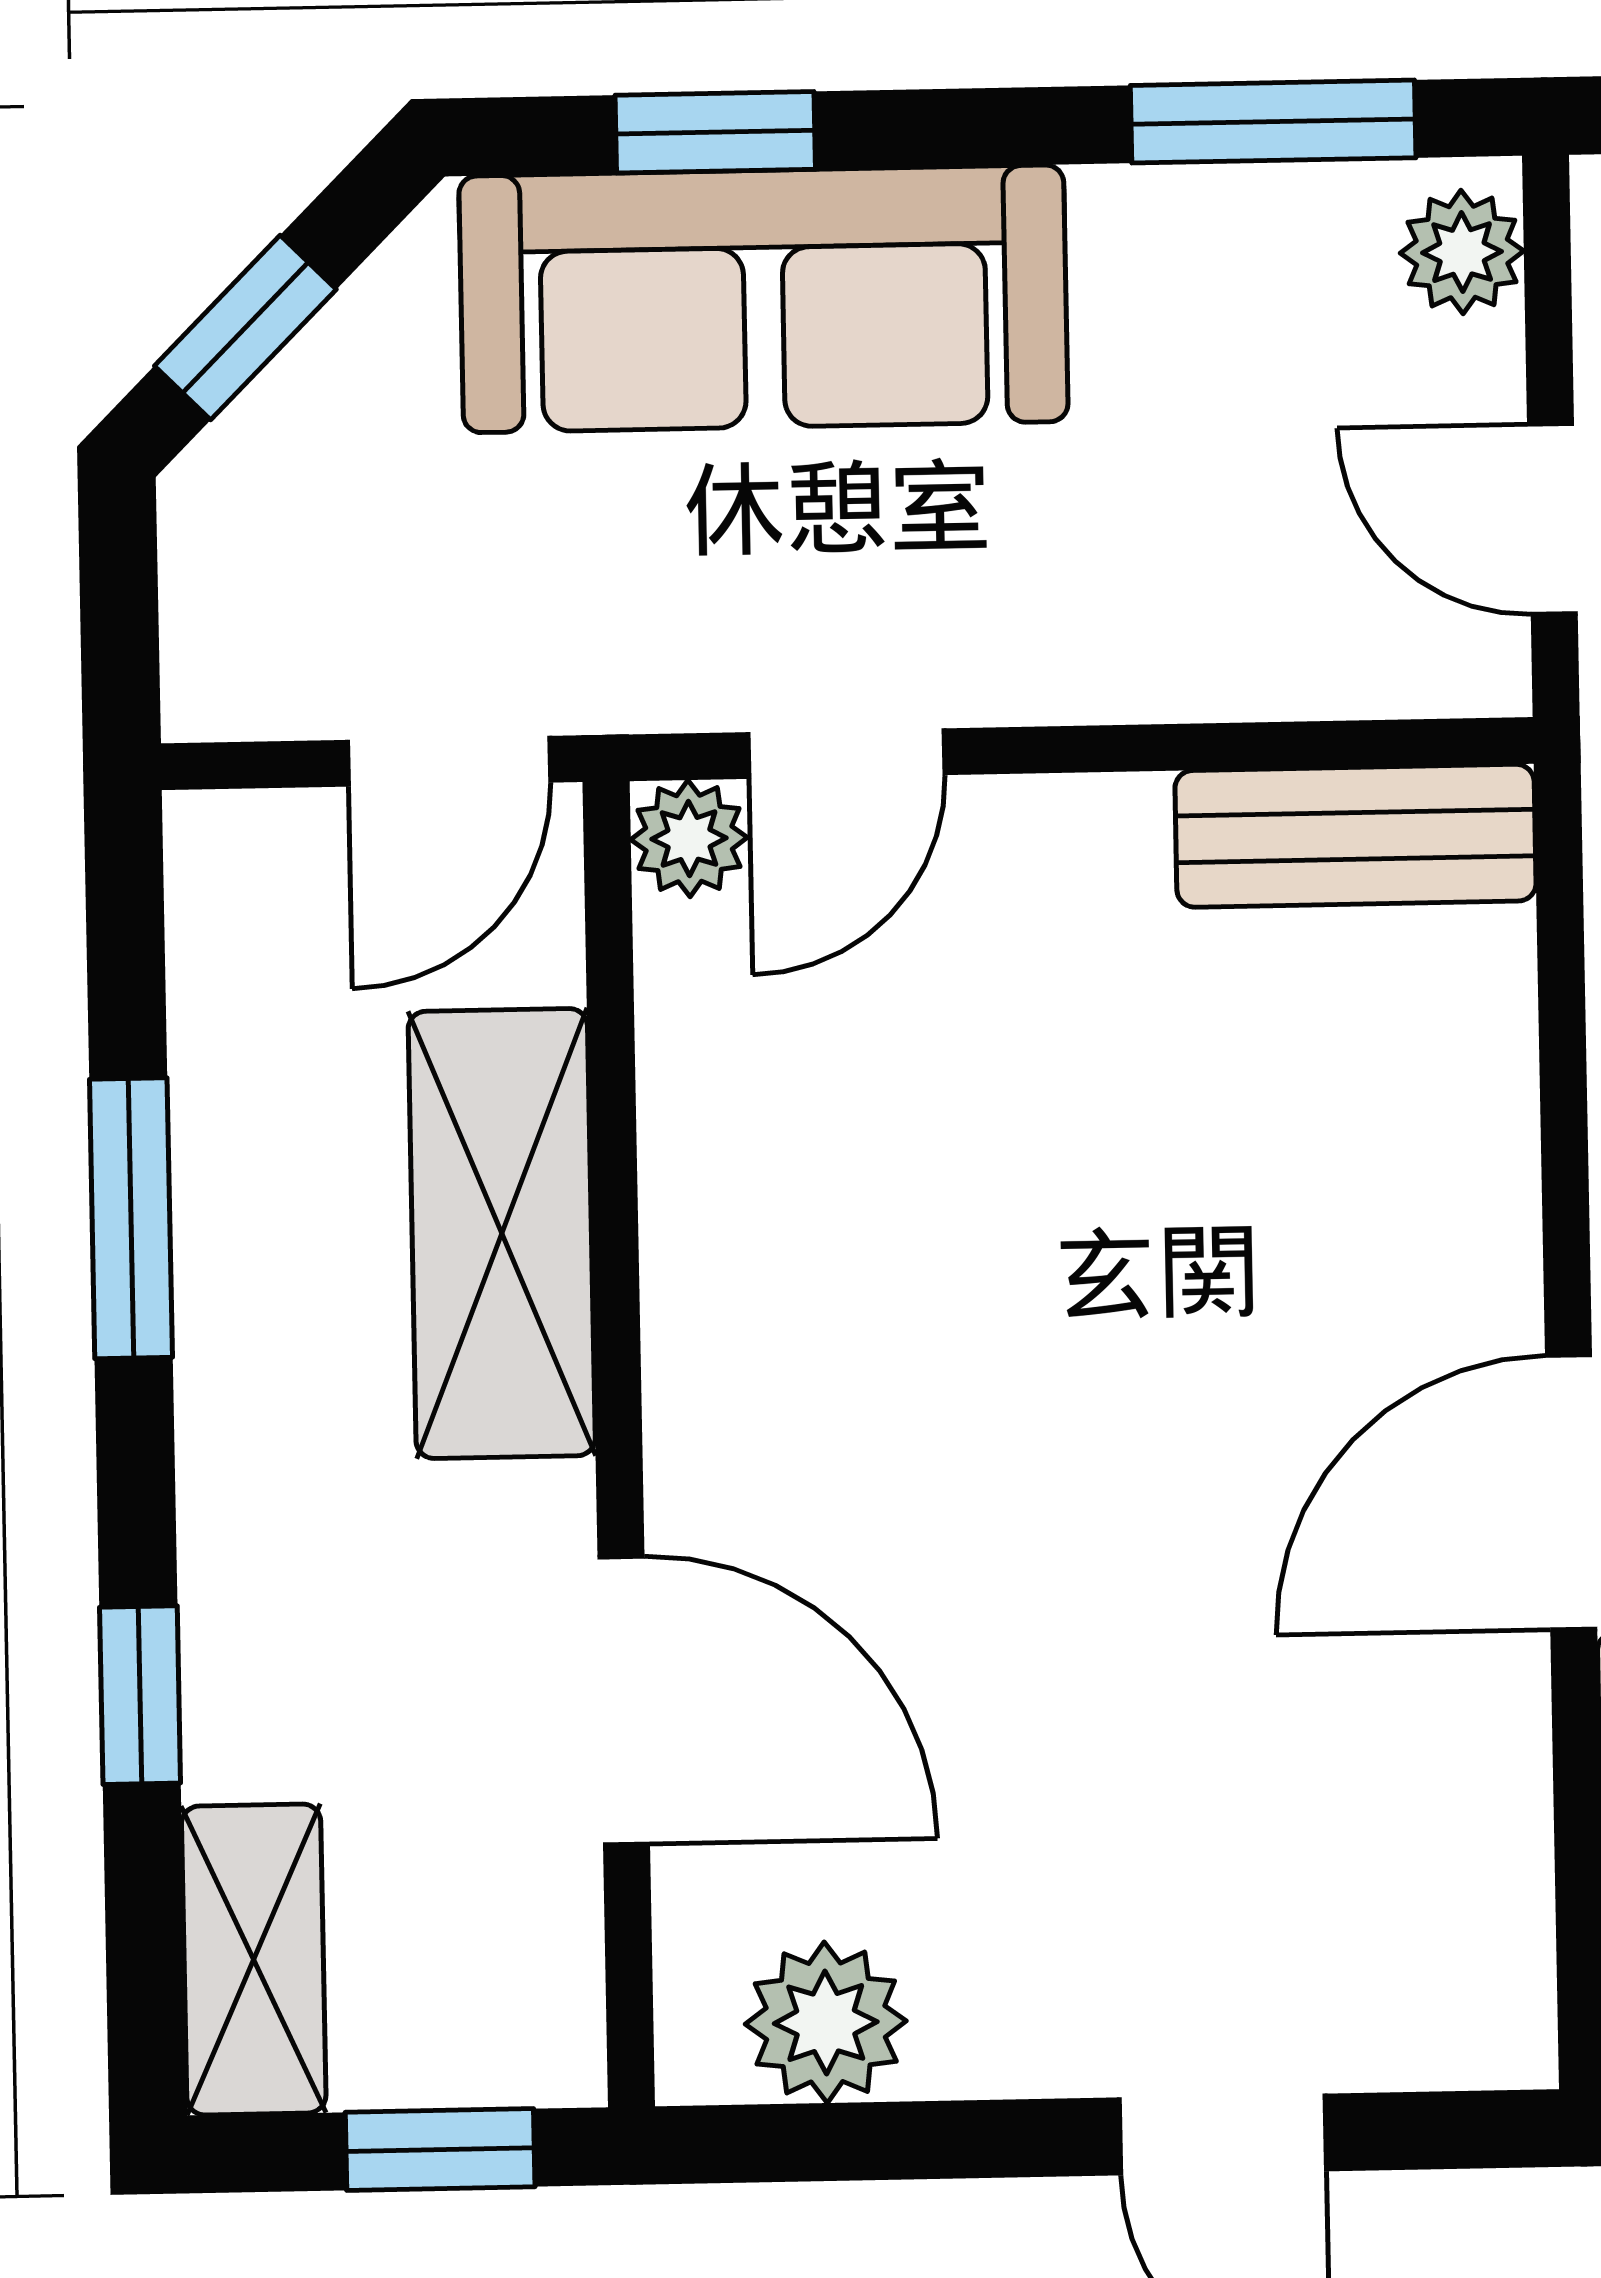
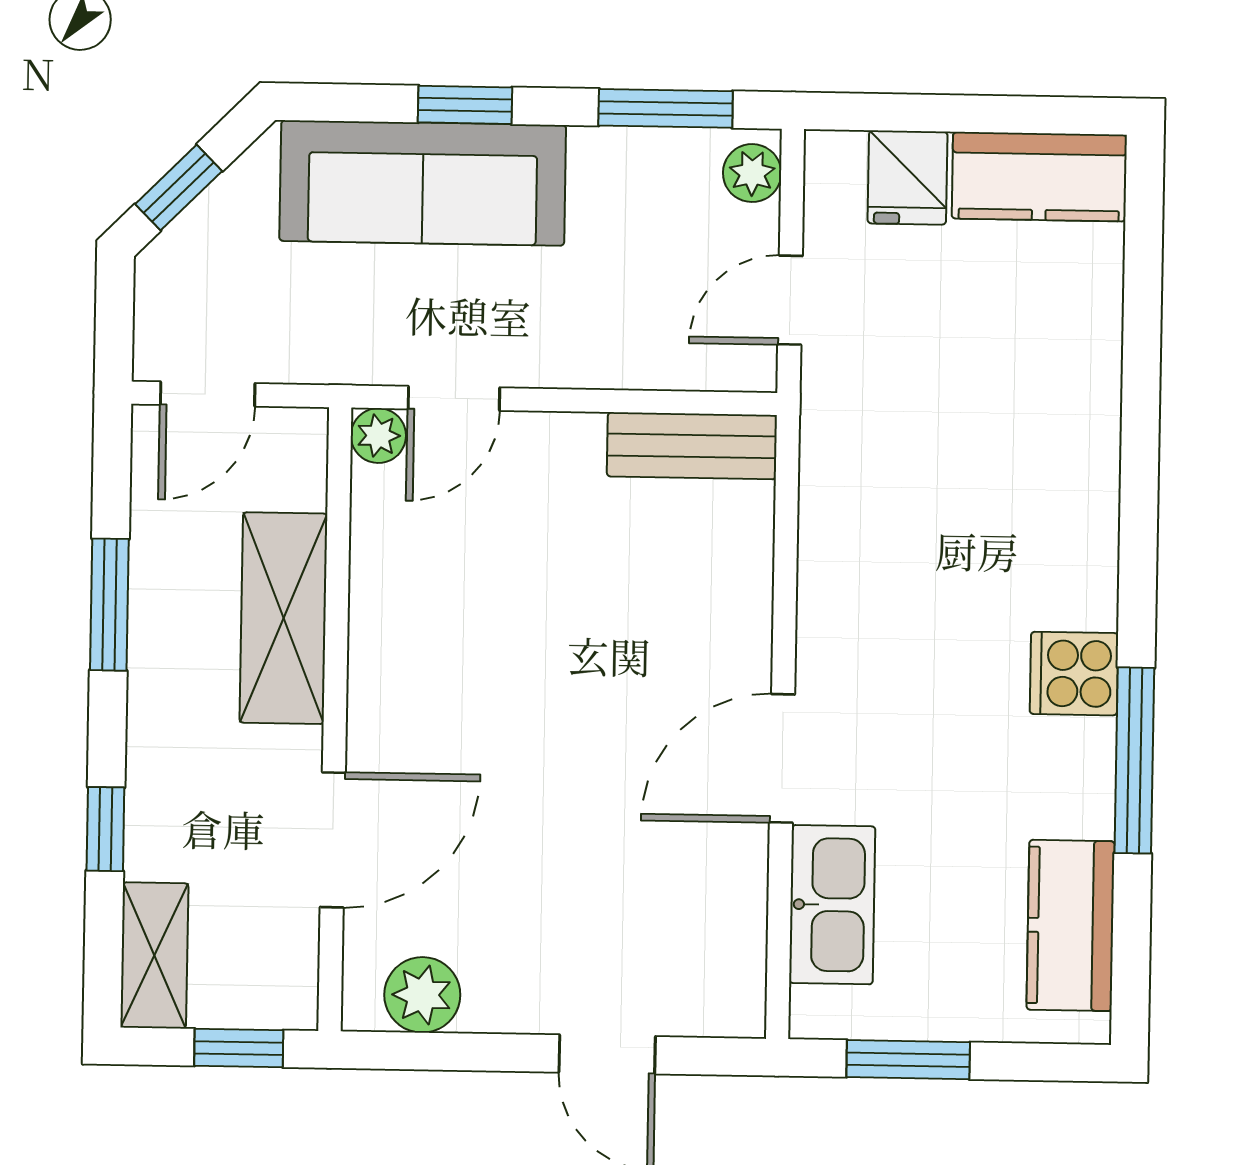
window: (715, 132) -> (465, 105), moved
door: (1552, 519) -> (790, 300), hinge flipped
door: (449, 761) -> (208, 394), moved
door: (624, 1700) -> (333, 840), hinge flipped

